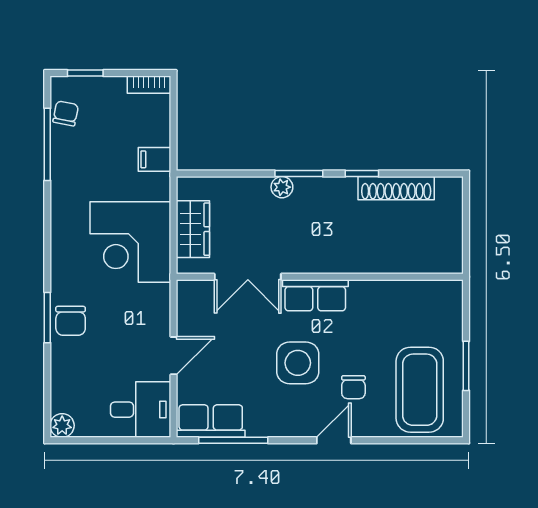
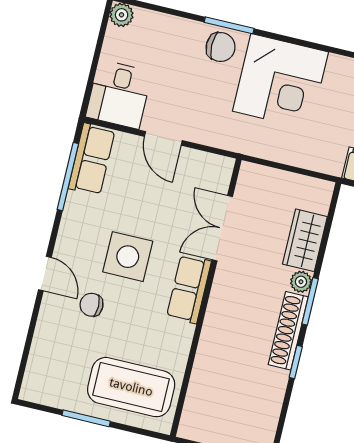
shoe rack: (396, 188) -> (288, 331), moved
wardrobe: (193, 229) -> (305, 240), moved, turned 90
corner desk: (130, 242) -> (280, 82), moved, turned 180
chair: (71, 321) -> (221, 47), turned 180
coffee table: (420, 390) -> (131, 387), moved

